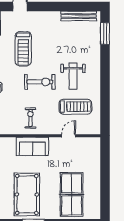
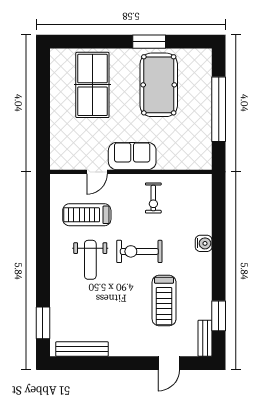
treadmill: (23, 49) -> (164, 301), turned 180
weight bench: (73, 76) -> (90, 260), turned 180
sofa: (32, 146) -> (132, 156), moved

